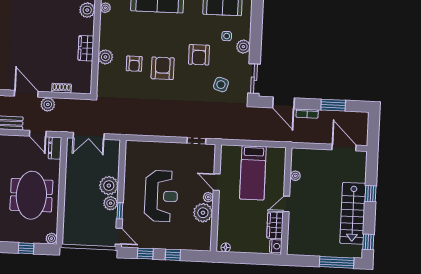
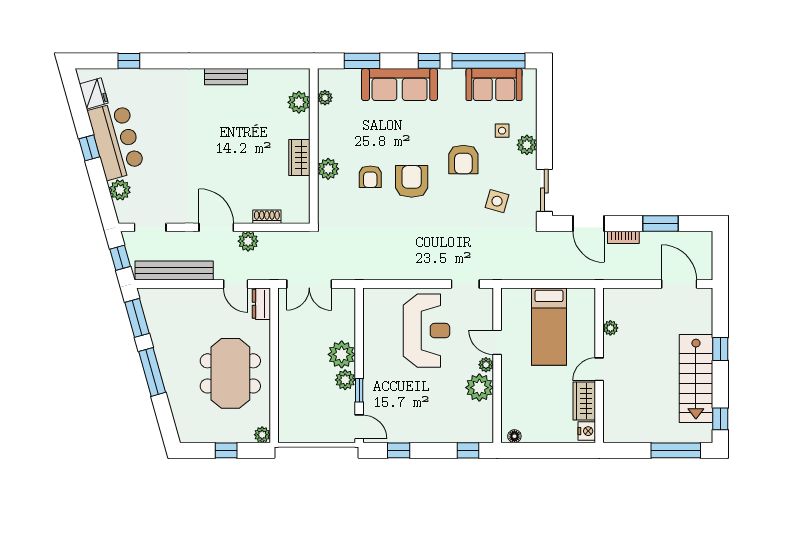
reception desk: (161, 196) -> (427, 331), moved
window: (173, 255) -> (468, 450), moved

